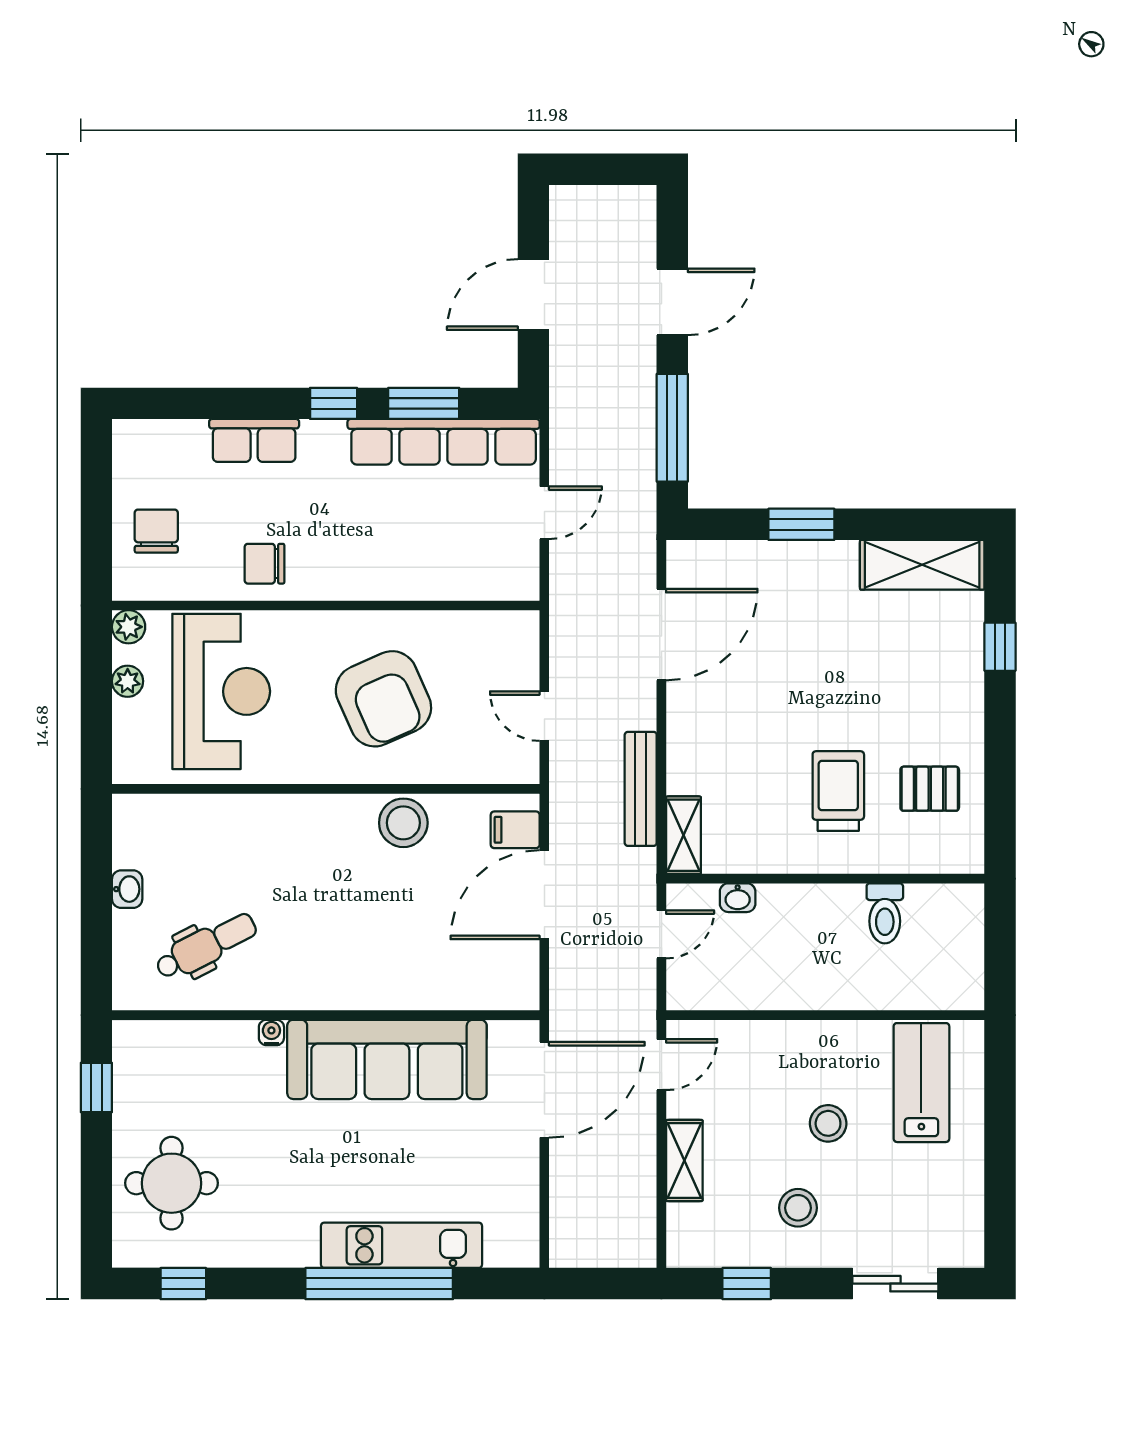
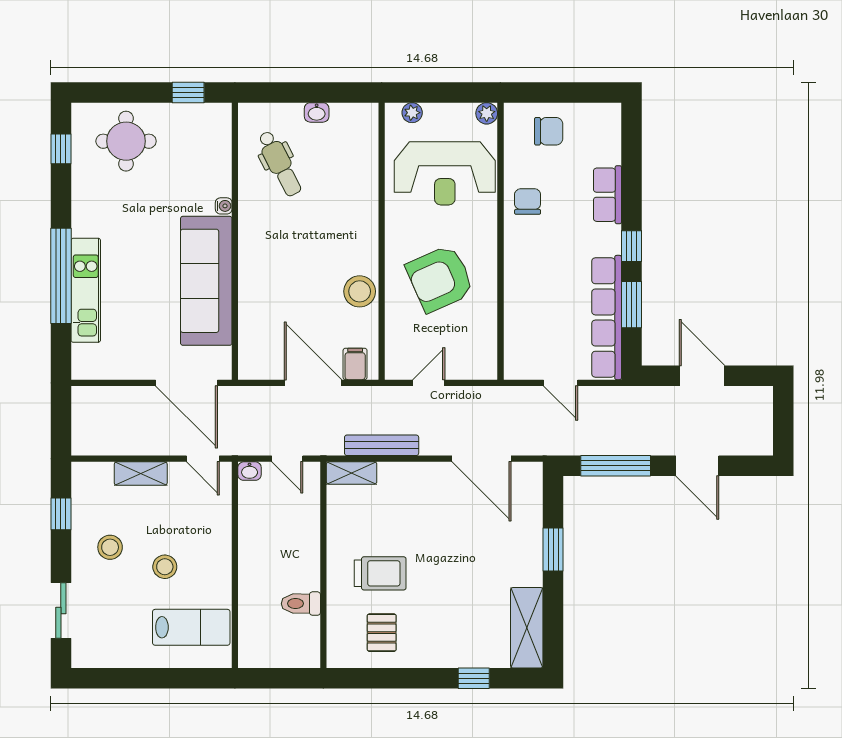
plant: (128, 681) -> (412, 113), moved
washbasin: (738, 898) -> (250, 471), moved, turned -90

